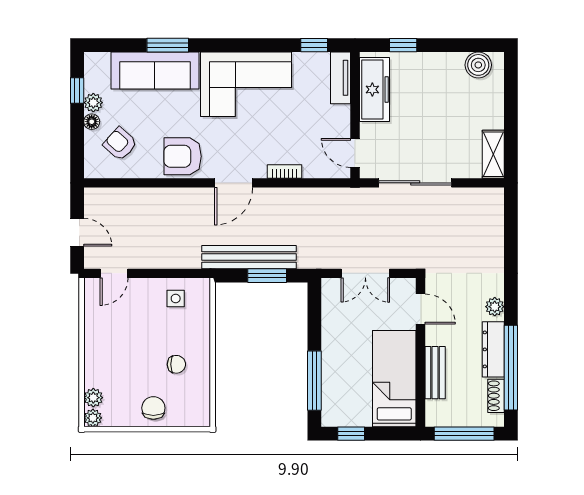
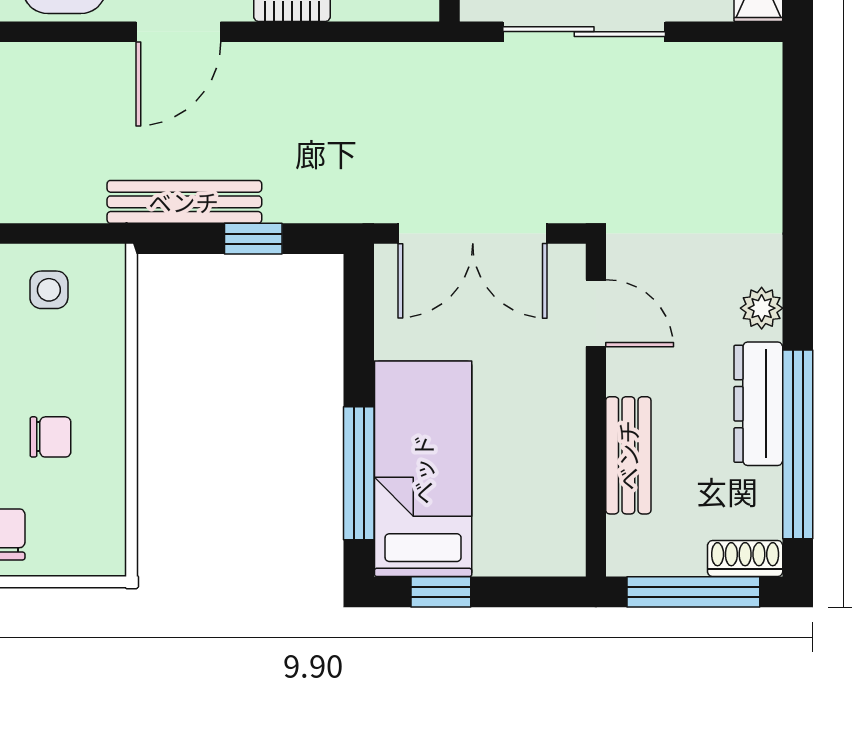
bench: (249, 257) -> (184, 202), width x0.73, depth x0.82
double door: (365, 273) -> (473, 234), width x1.37
window: (267, 276) -> (253, 239), width x0.67
bed: (394, 379) -> (423, 469), moved
shoe rack: (496, 396) -> (745, 559), moved, turned 90

